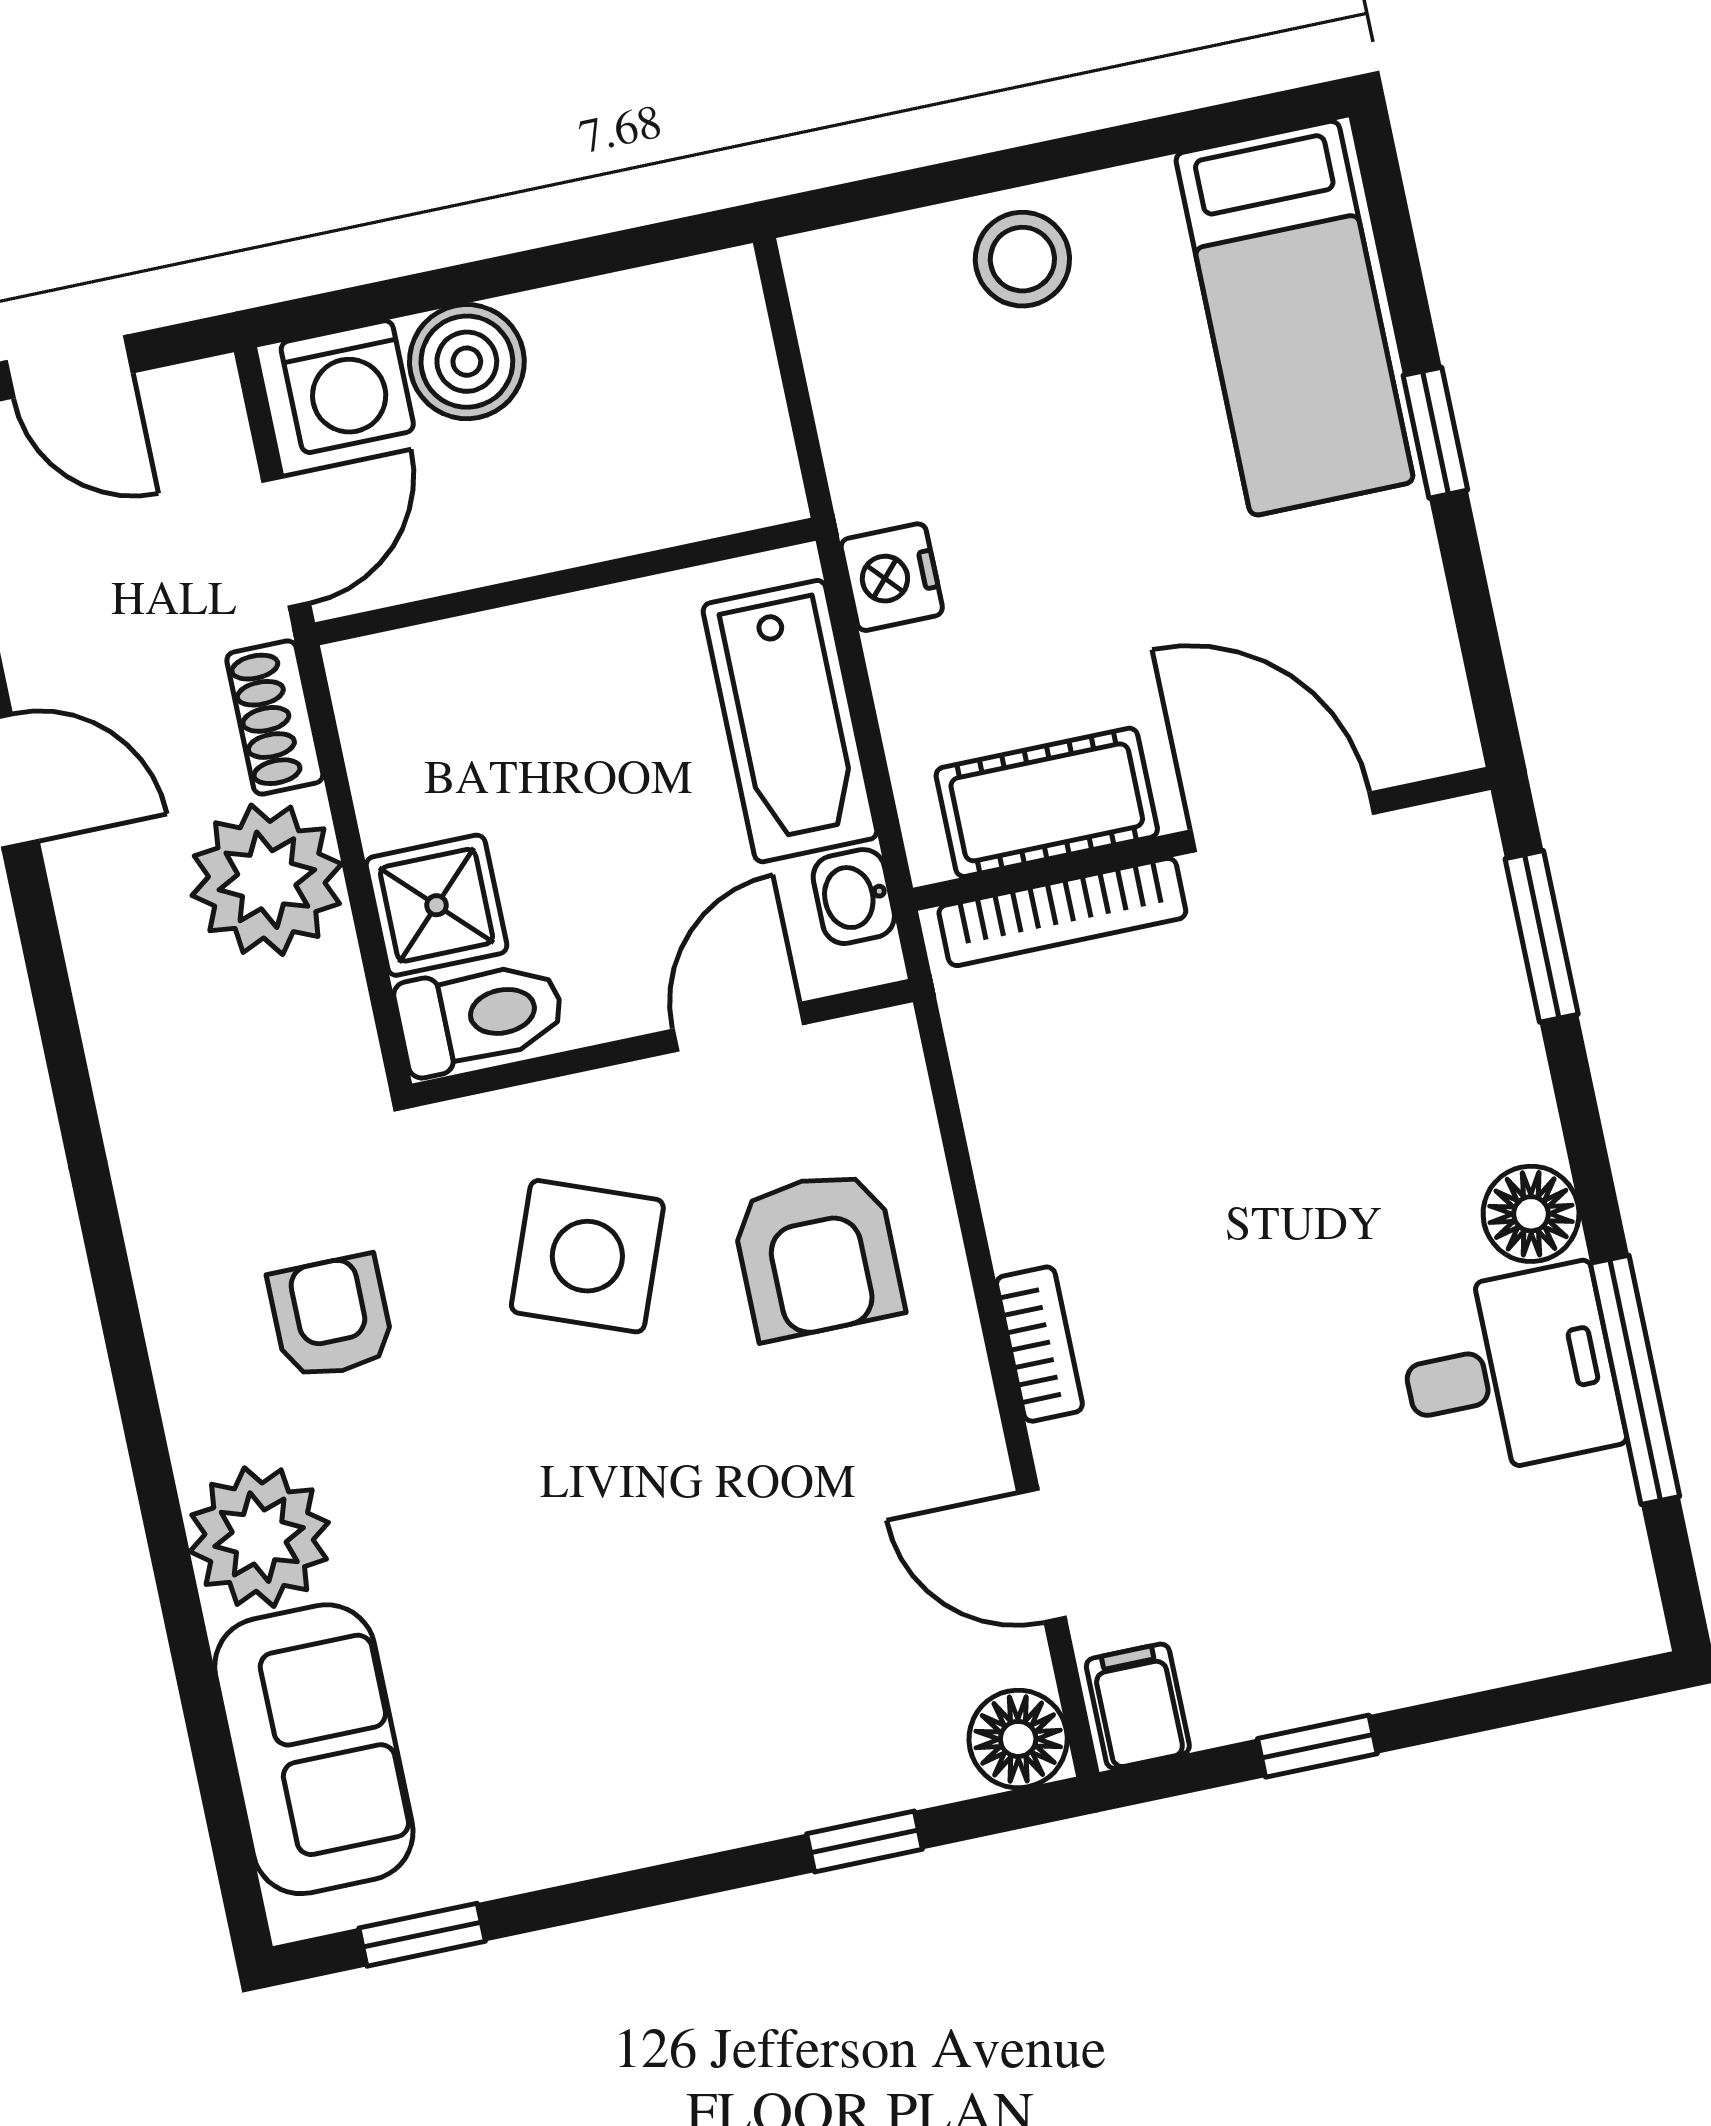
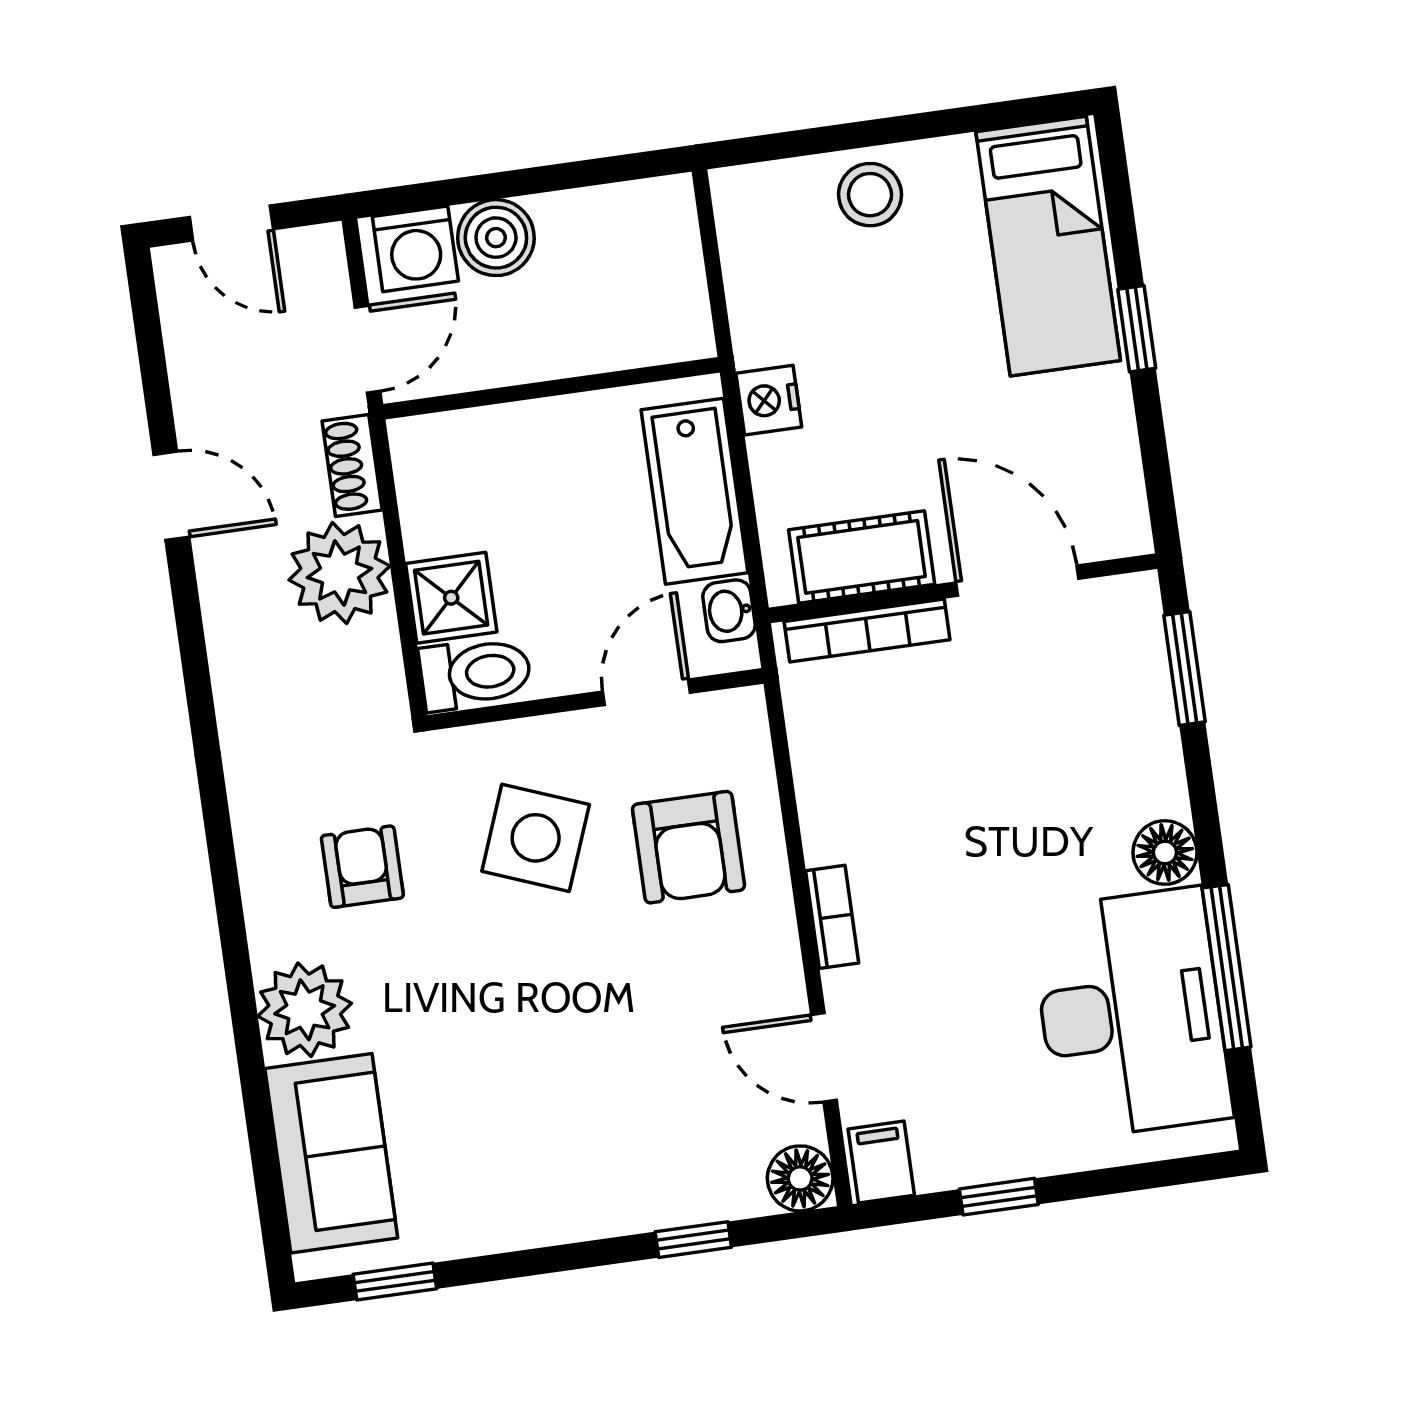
desk: (1509, 1372) -> (1131, 1014), width x1.87, depth x1.30

